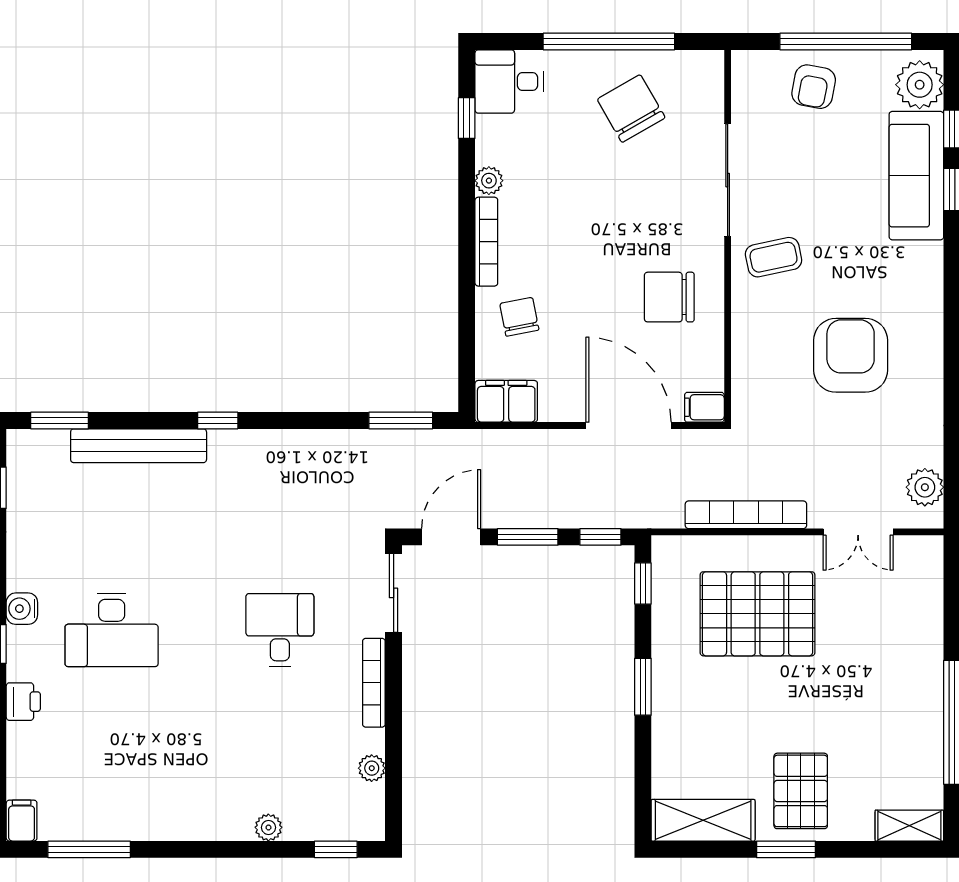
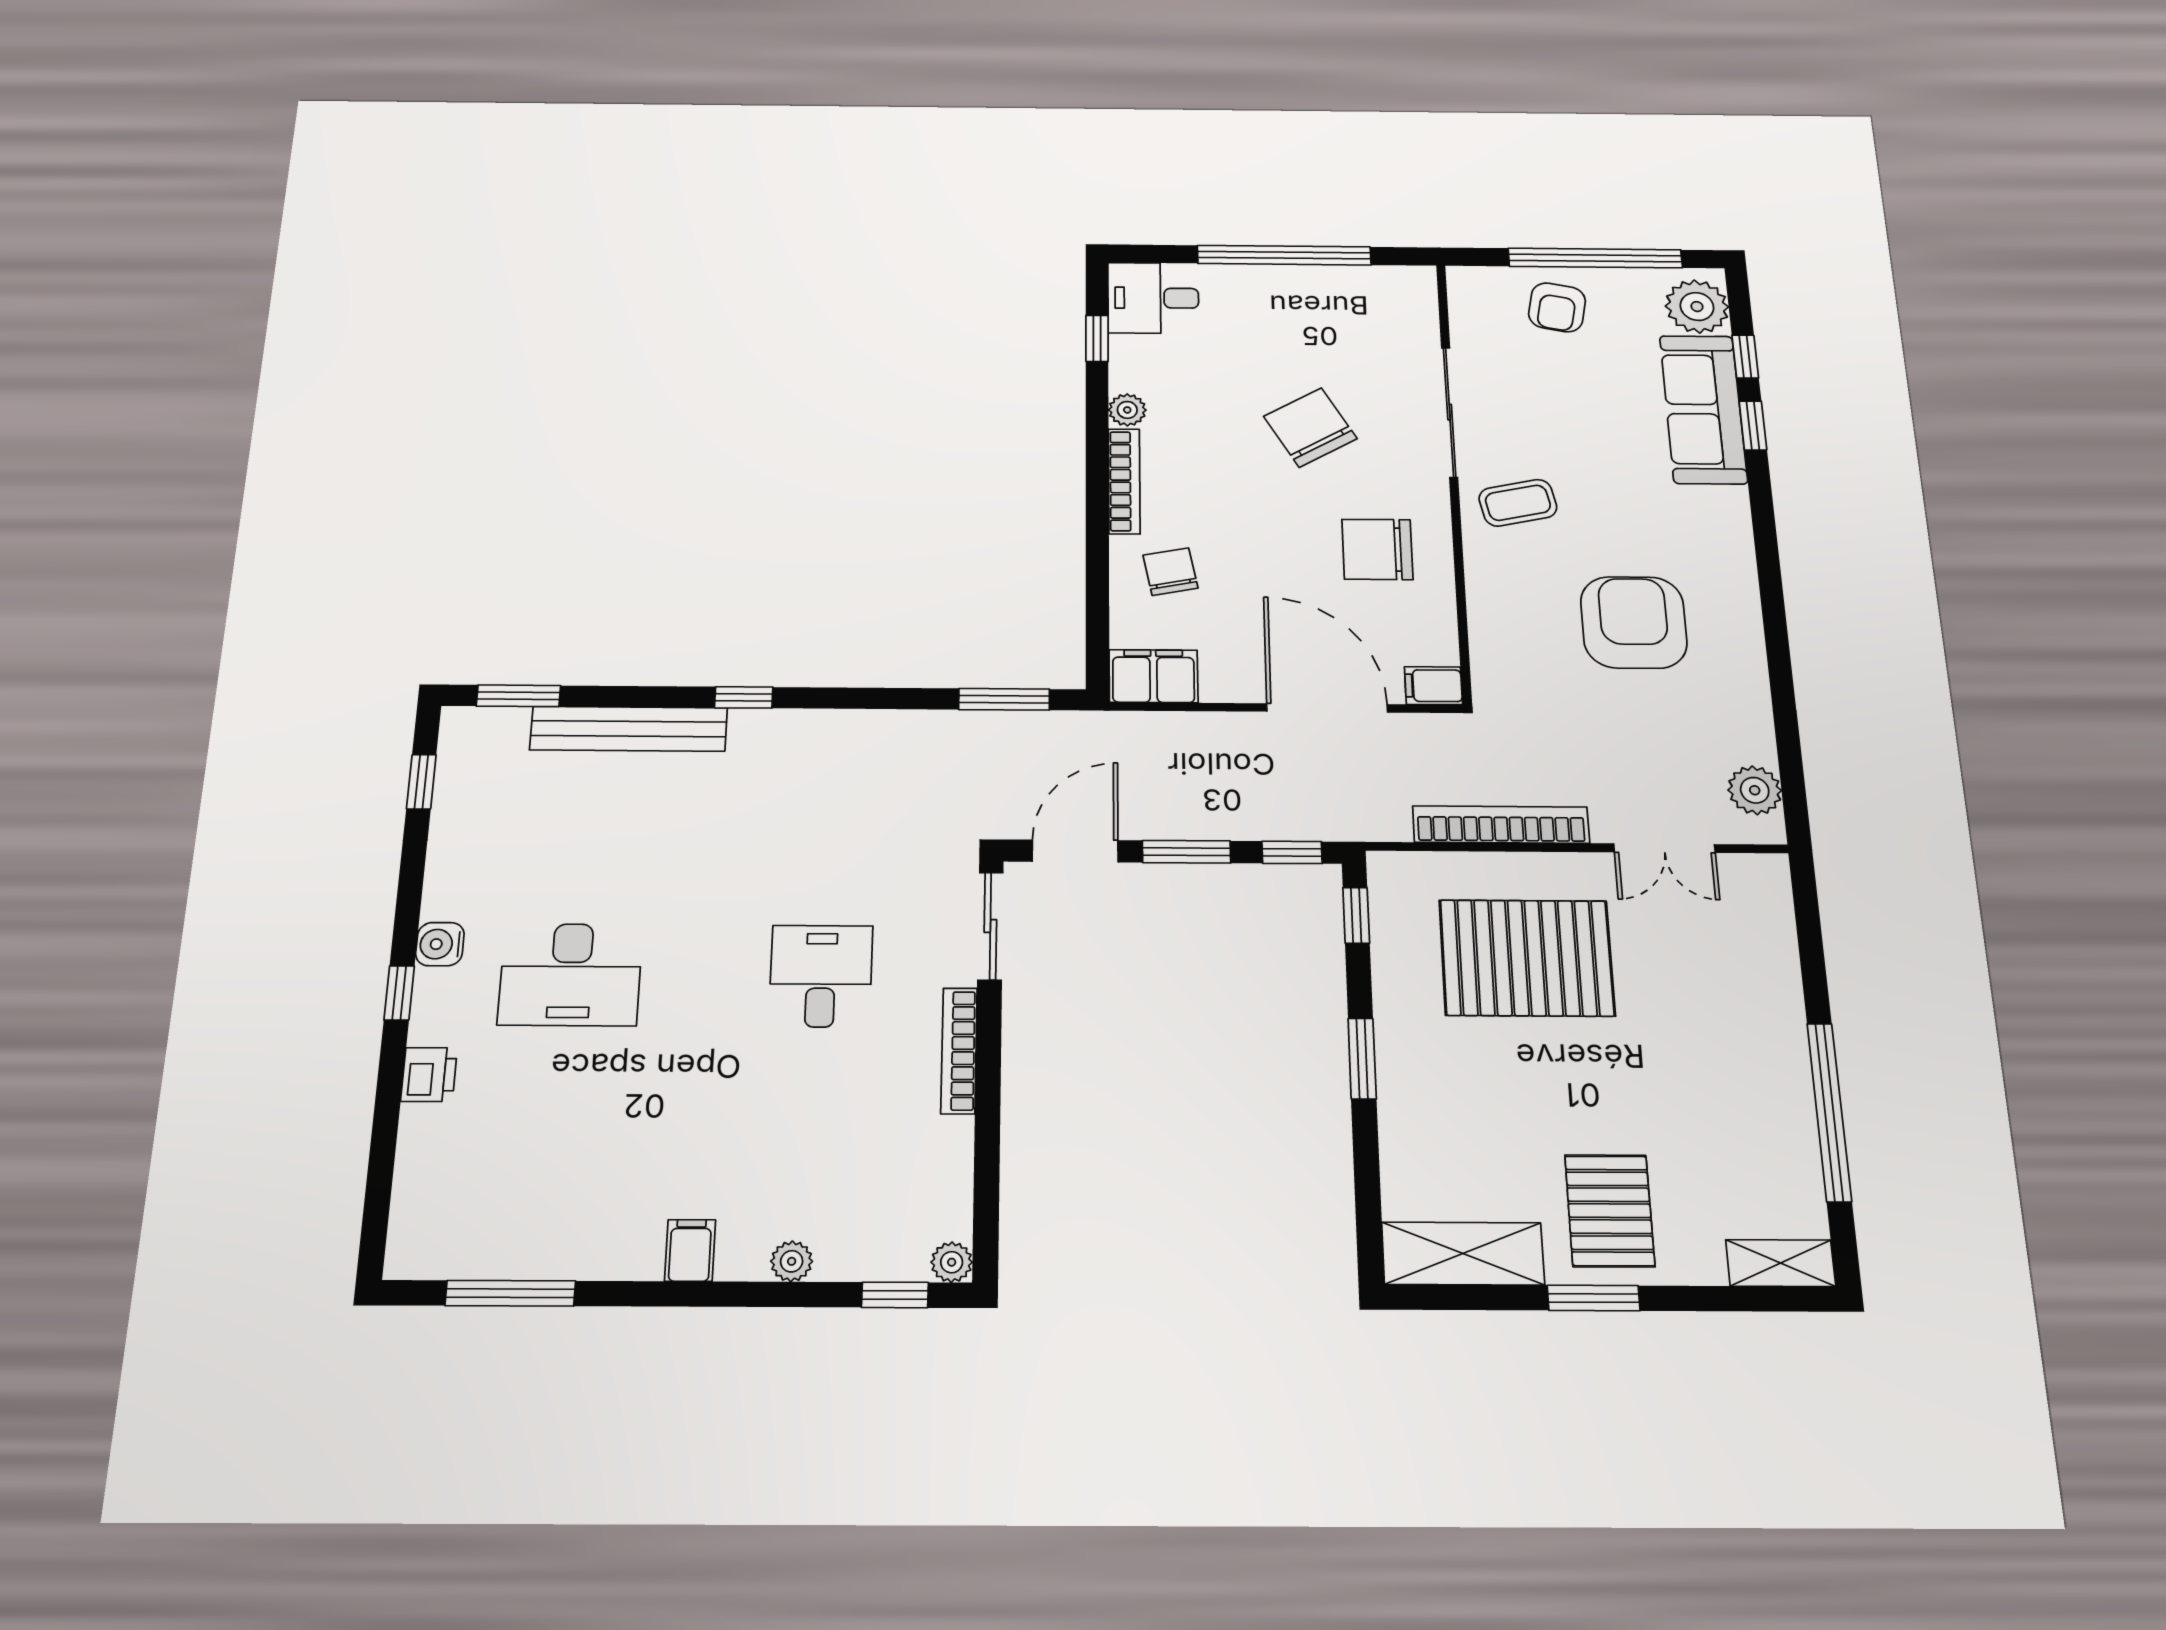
chair: (631, 108) -> (1310, 427), moved
plant: (372, 768) -> (952, 1262), moved
filing cabinet: (22, 821) -> (690, 1250), moved

